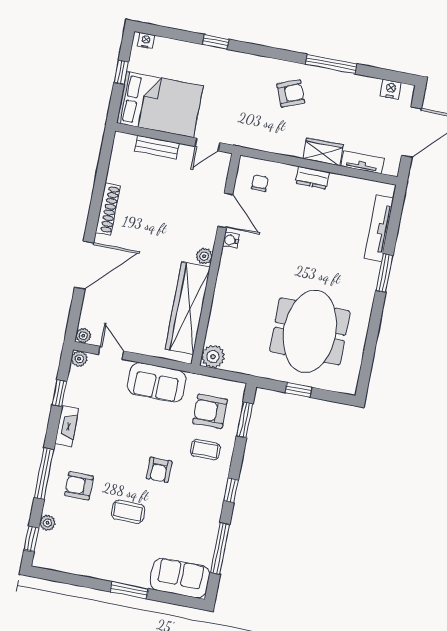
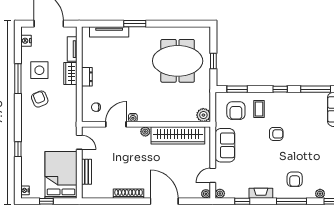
side table: (338, 102) -> (39, 70), added
coffee table: (128, 512) -> (304, 147), removed

